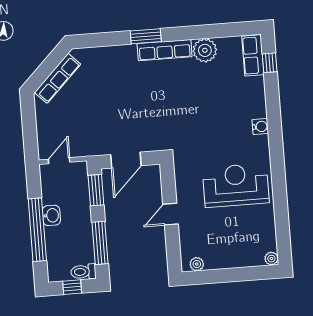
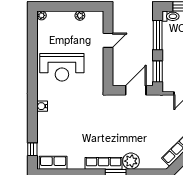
plant: (205, 50) -> (131, 161), moved
row of seats: (253, 55) -> (53, 163), moved, turned -90
door: (171, 214) -> (108, 40), moved
plant: (197, 264) -> (80, 16), moved

